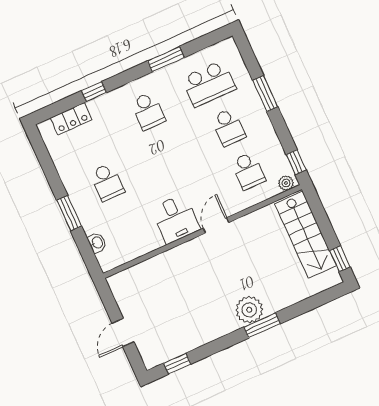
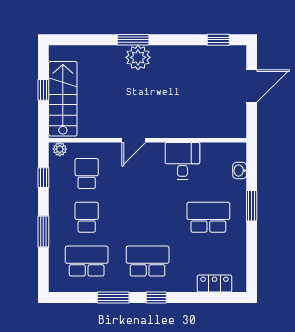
window: (94, 92) -> (156, 297), moved
school desk: (148, 111) -> (148, 261), width x1.85
window: (296, 162) -> (43, 178), moved
school desk: (107, 182) -> (208, 217), width x1.85
desk: (176, 219) -> (182, 161), moved
window: (340, 259) -> (43, 90), moved
door: (123, 333) -> (252, 86), width x1.38

